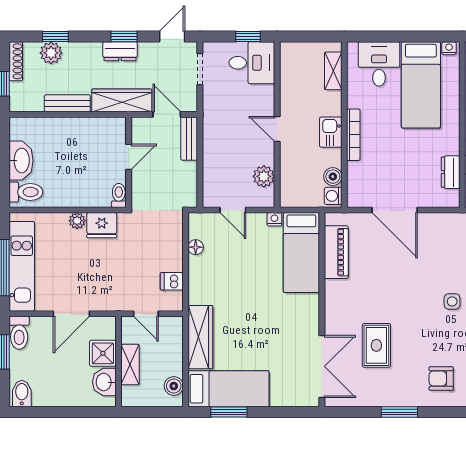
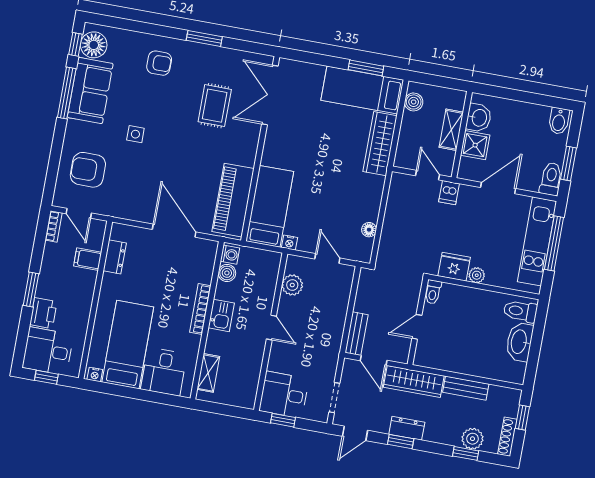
piano: (336, 252) -> (233, 200), width x1.37, depth x1.33
dishwasher: (172, 281) -> (449, 193), moved, turned 90

